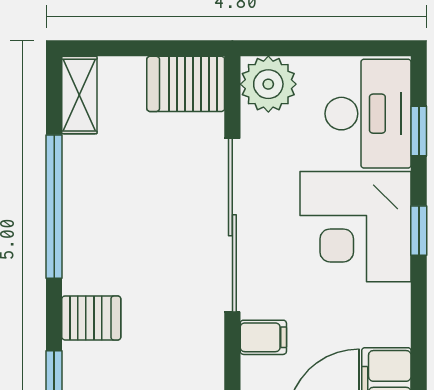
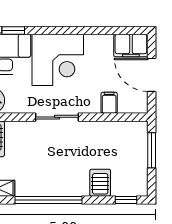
sliding door: (232, 225) -> (57, 117), width x0.54
window: (419, 231) -> (60, 31), removed

